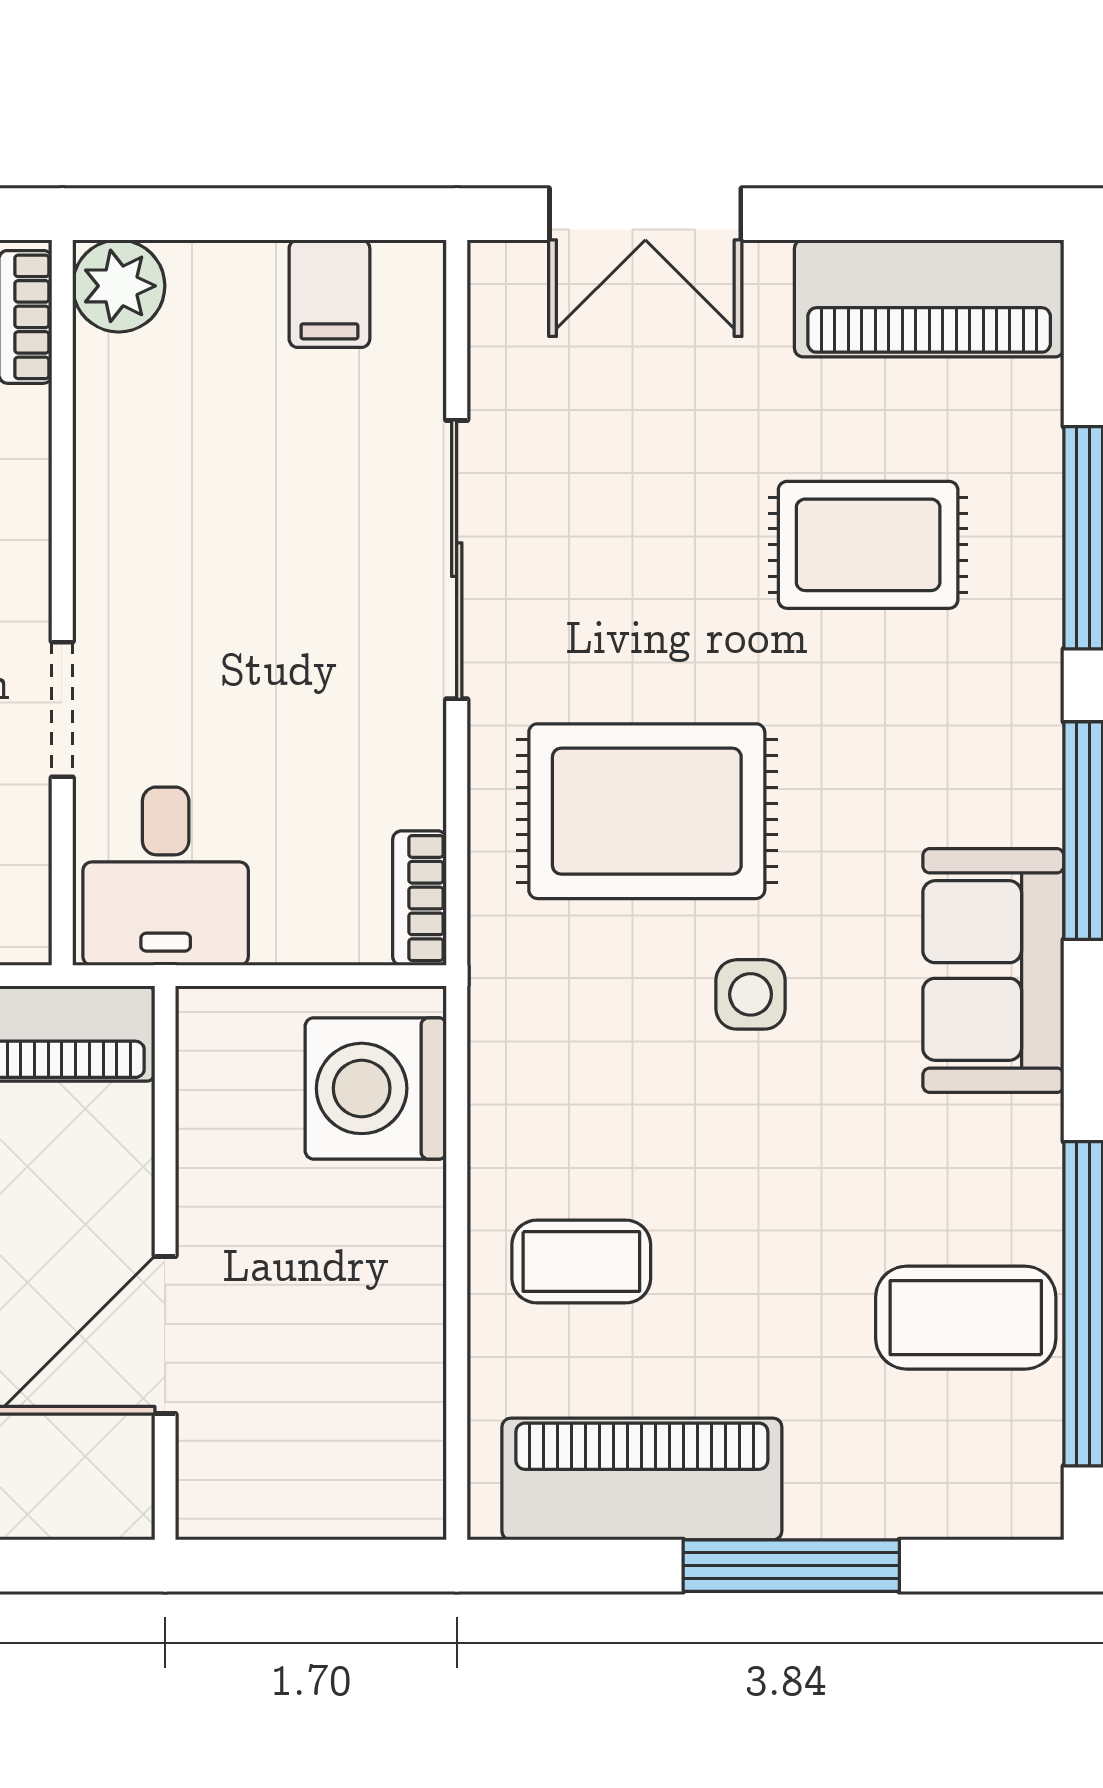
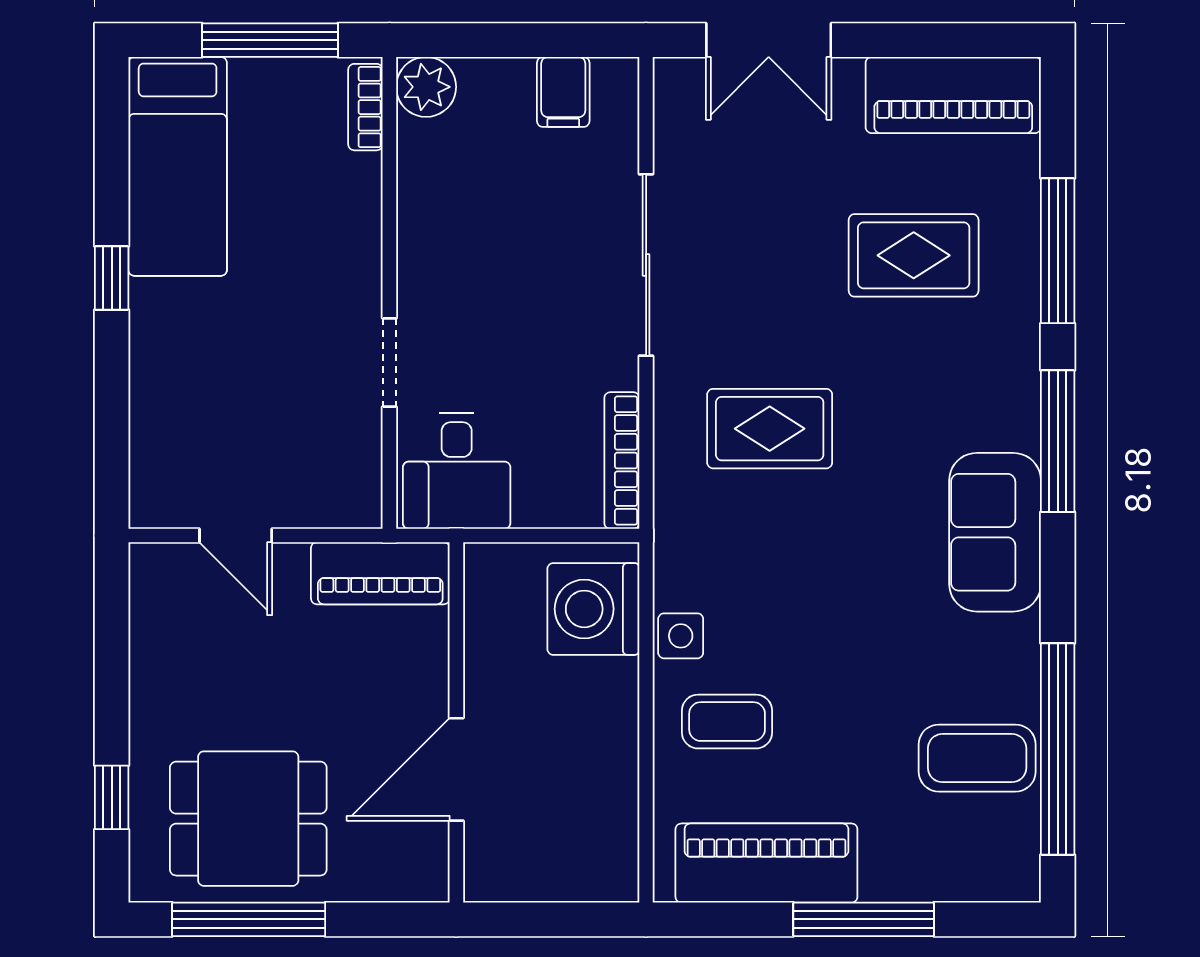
rug: (647, 811) -> (770, 429), width x0.73, depth x0.70
bookcase: (420, 898) -> (622, 461), width x1.56
side table: (751, 994) -> (681, 636), moved

